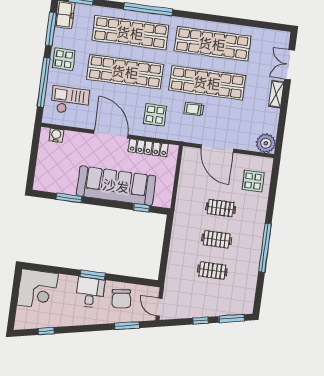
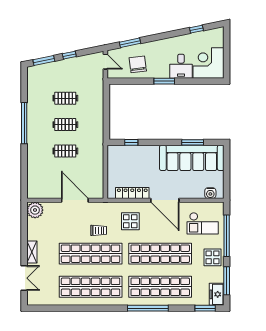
display table: (253, 181) -> (41, 177), removed
sofa: (116, 186) -> (192, 158), moved
desk: (90, 292) -> (181, 66), moved

